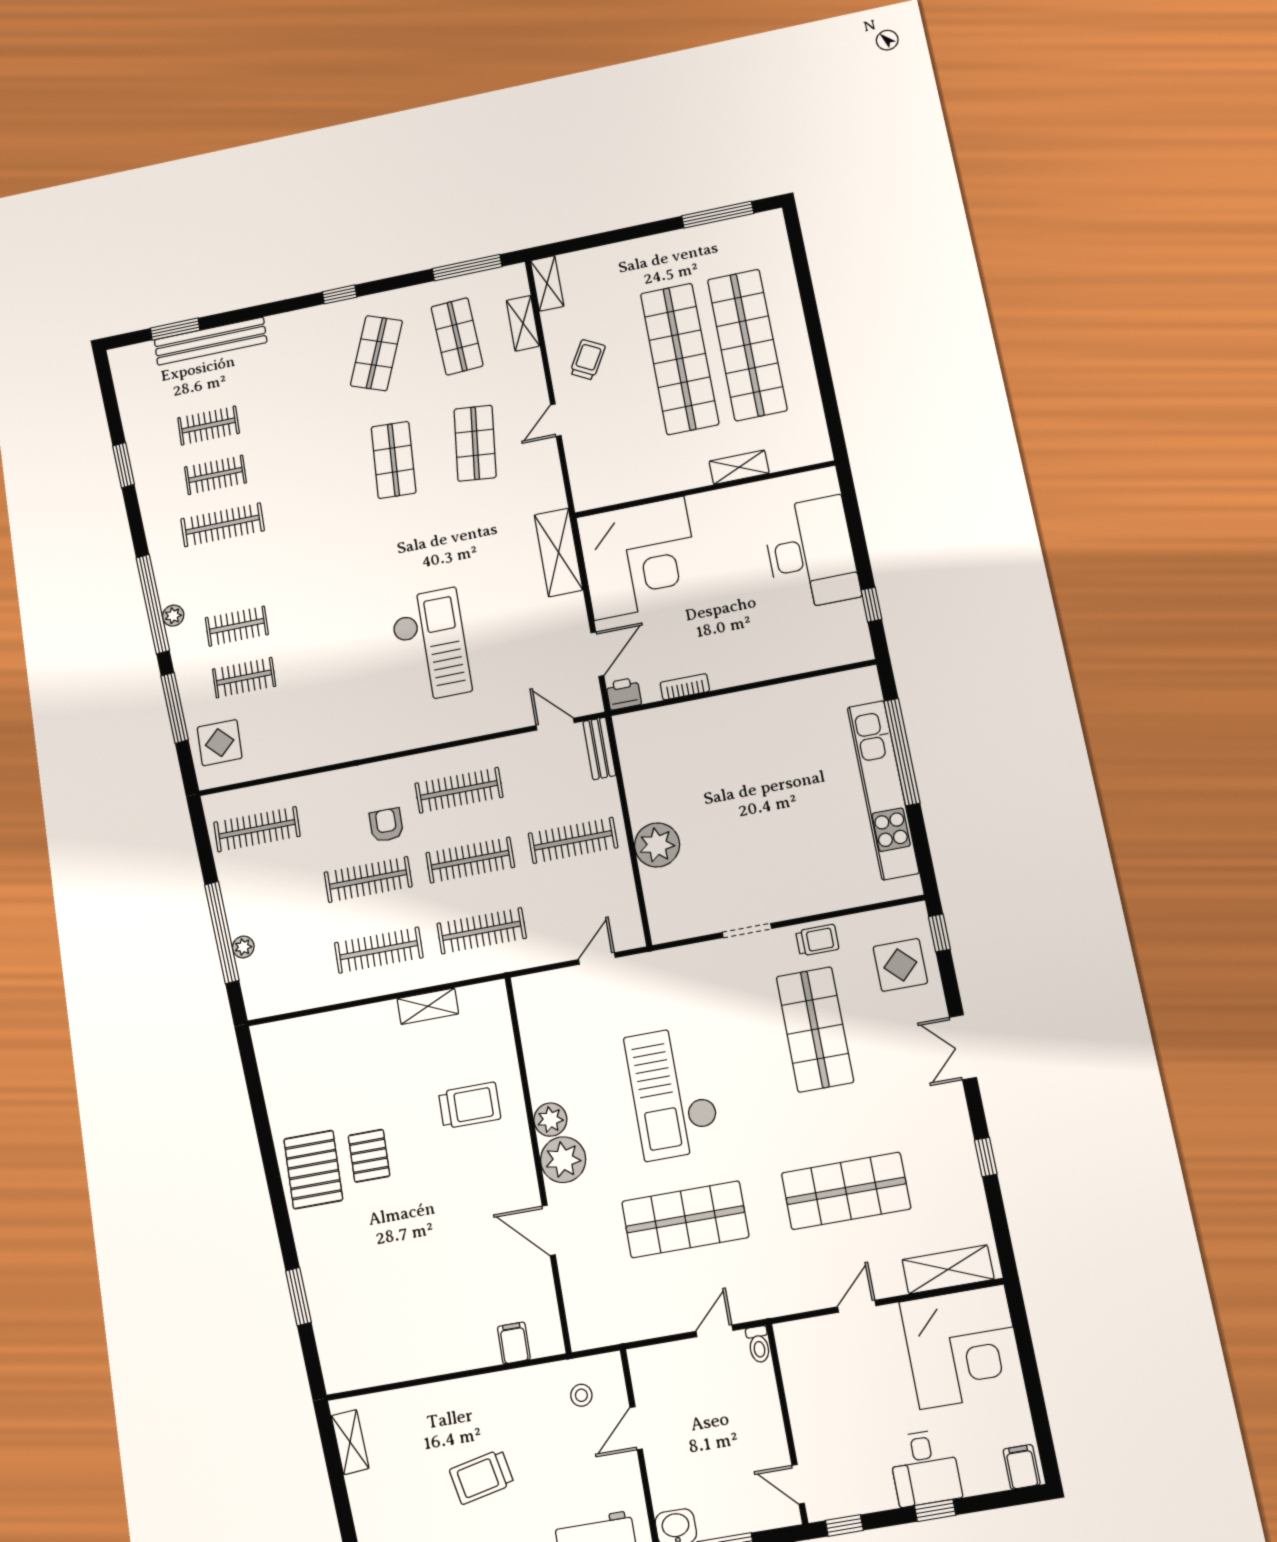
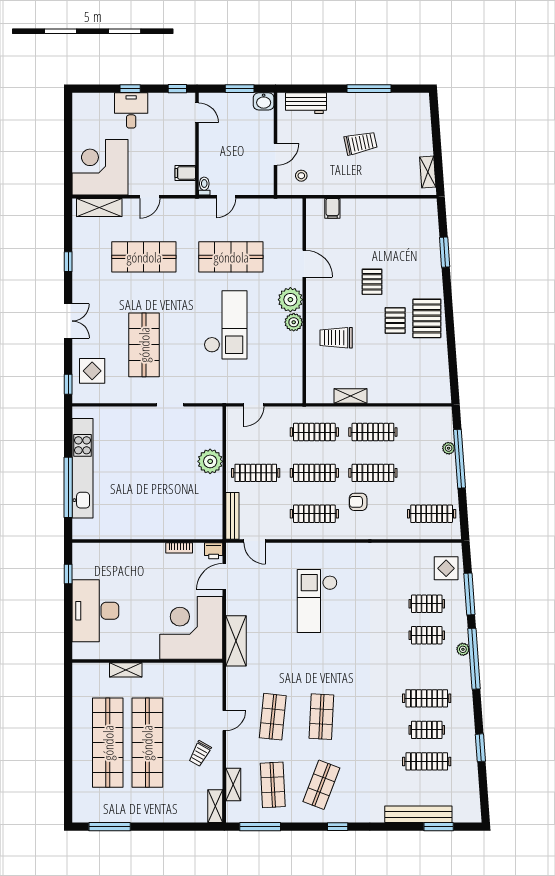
clothes rail: (208, 426) -> (427, 761), width x1.36
bench: (599, 748) -> (232, 516), width x1.36
armchair: (386, 825) -> (358, 502), turned 90
trolley: (817, 940) -> (133, 393), removed
pallet: (421, 1219) -> (372, 282), added
filing cabinet: (1022, 1467) -> (185, 173), moved, turned 90

